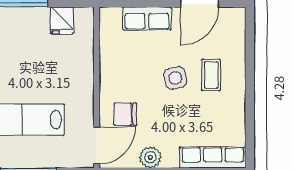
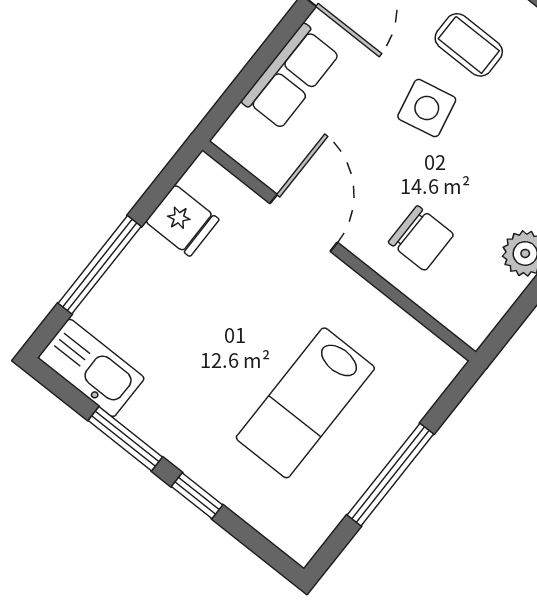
chair: (125, 114) -> (421, 238), turned -90
door: (97, 145) -> (304, 223), moved

